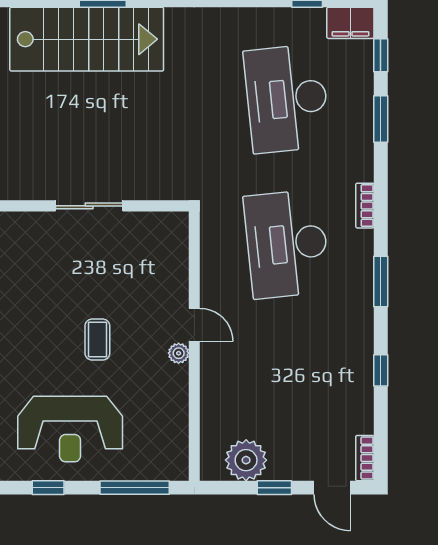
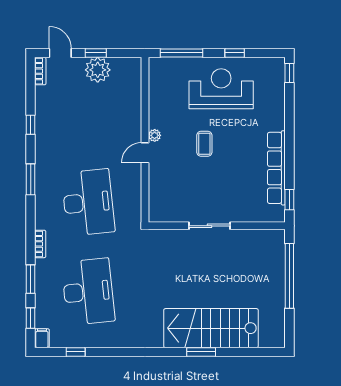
filing cabinet: (350, 23) -> (42, 338), width x0.50
bookcase: (365, 206) -> (40, 244), moved
door: (194, 325) -> (145, 153), hinge flipped
plant: (246, 460) -> (98, 70), moved

